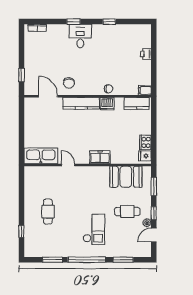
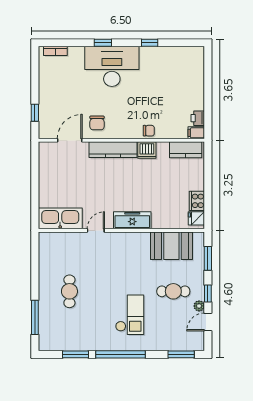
desk: (80, 36) -> (112, 66), width x1.87, depth x1.30
printer: (146, 54) -> (198, 118), moved
door: (48, 96) -> (70, 140), hinge flipped
freezer: (100, 157) -> (132, 220), width x1.40
door: (68, 165) -> (96, 230), hinge flipped
window: (21, 231) -> (35, 317), width x2.17
window: (123, 260) -> (181, 354), moved

